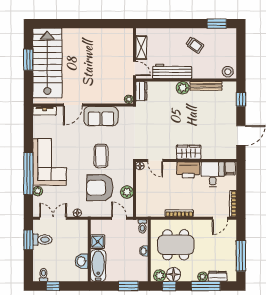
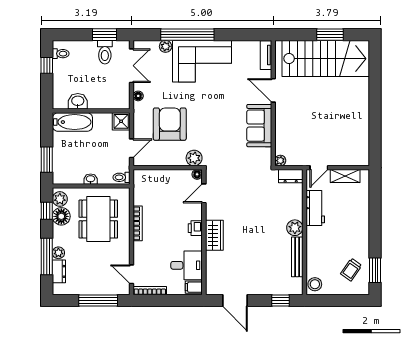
trolley: (195, 45) -> (351, 270), moved
workbench: (172, 71) -> (315, 208), width x0.73
coffee table: (101, 156) -> (209, 126), removed
printer: (188, 170) -> (195, 228), width x0.53, depth x0.68
plant: (127, 192) -> (194, 158), moved
shower: (98, 242) -> (121, 121), moved
window: (241, 256) -> (98, 301), moved

